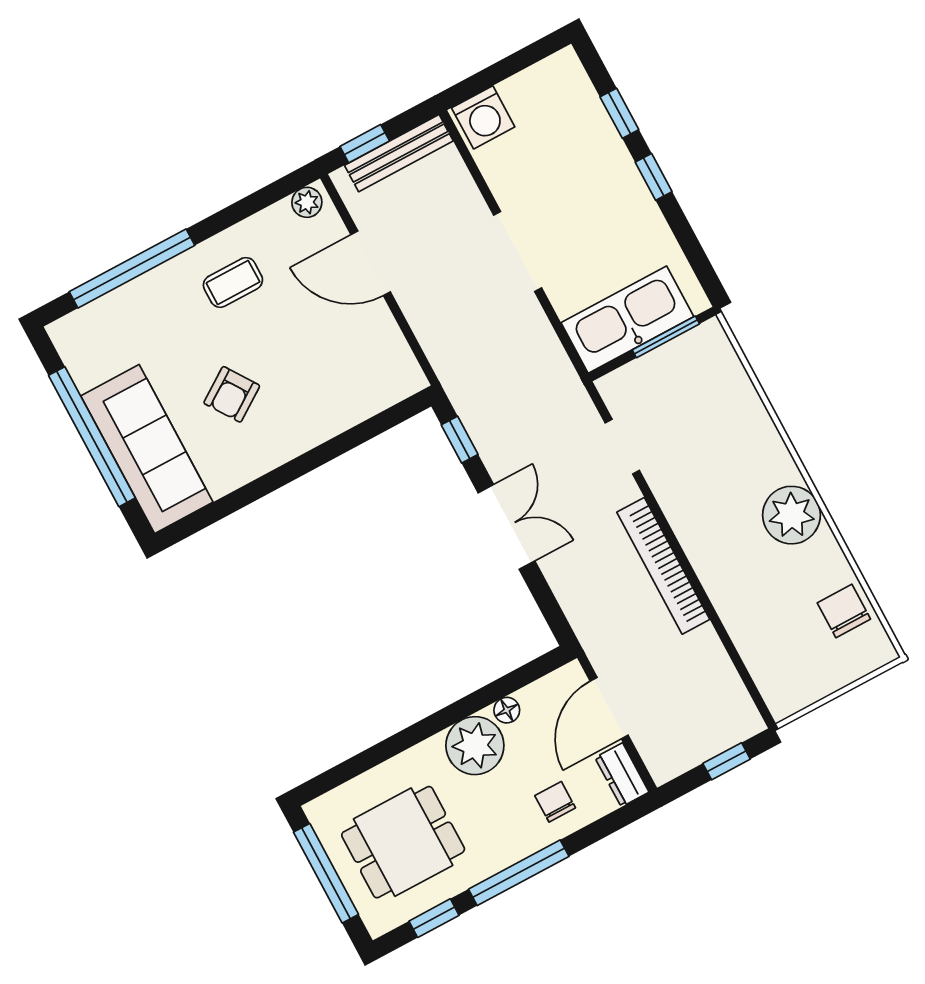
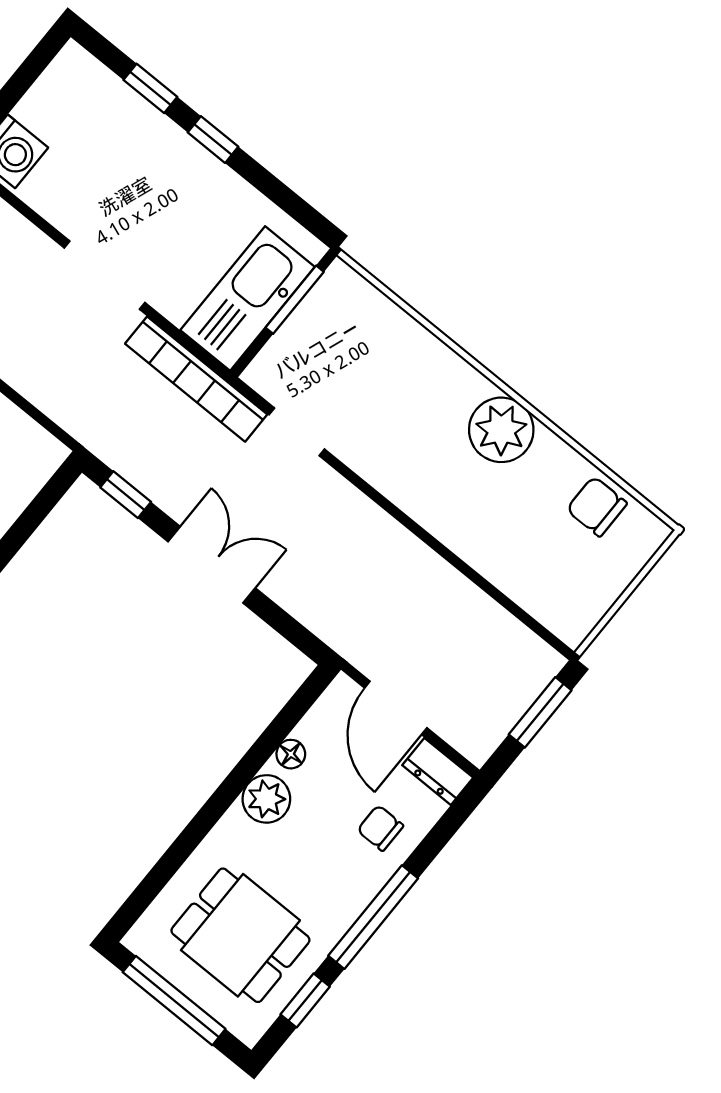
bookcase: (663, 566) -> (196, 379), moved
plant: (475, 746) -> (266, 799), width x0.73, depth x0.73
window: (727, 761) -> (540, 712), width x1.50
dining table: (403, 842) -> (240, 935), turned 90

